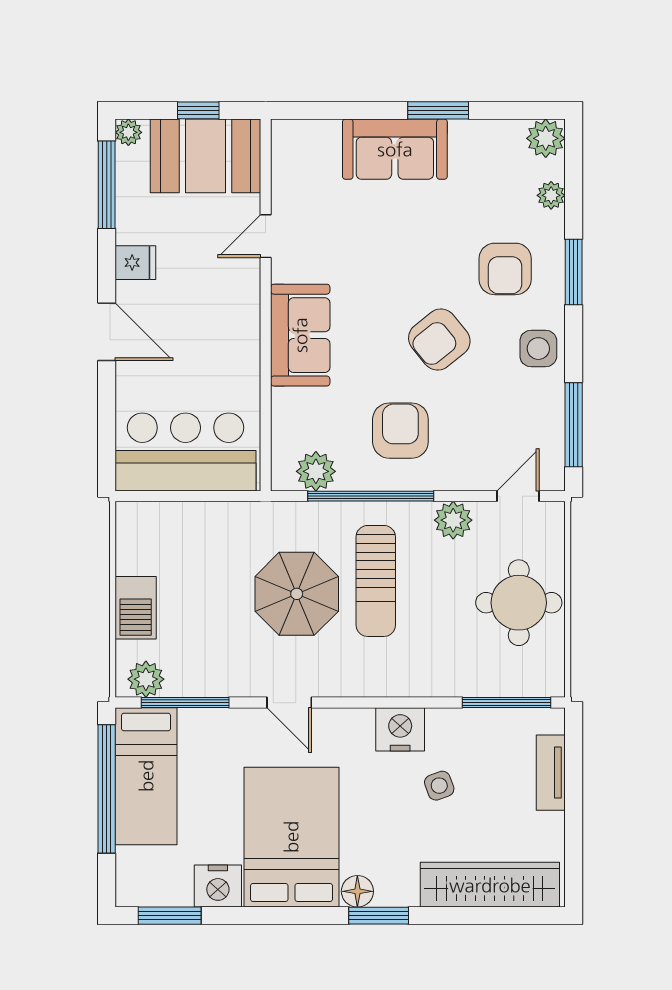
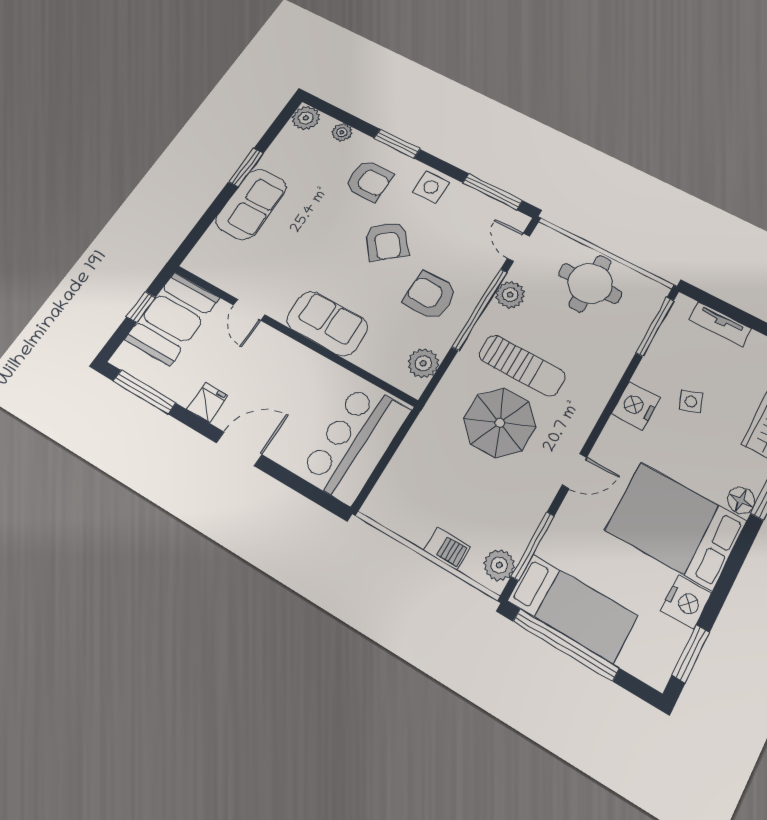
plant: (128, 132) -> (122, 358), removed
window: (371, 496) -> (480, 309), moved
barbecue: (136, 608) -> (447, 549), width x0.73, depth x0.79

